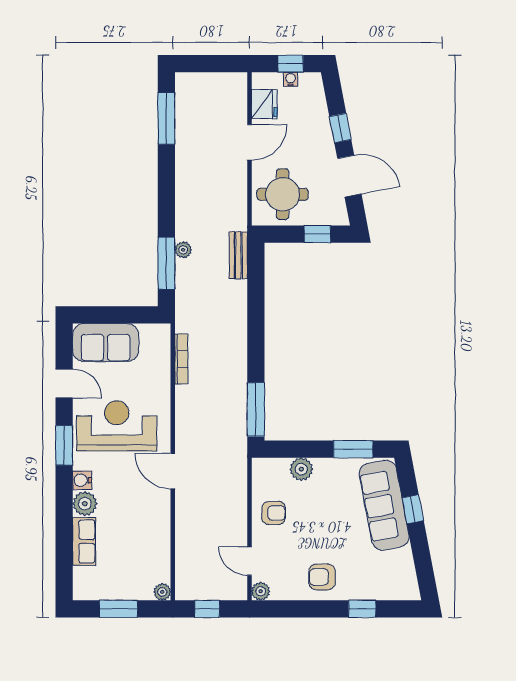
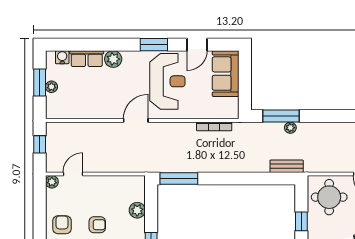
water cooler: (82, 480) -> (62, 57), moved
armchair: (274, 513) -> (97, 225), moved, turned -90
plant: (162, 592) -> (51, 87), moved

